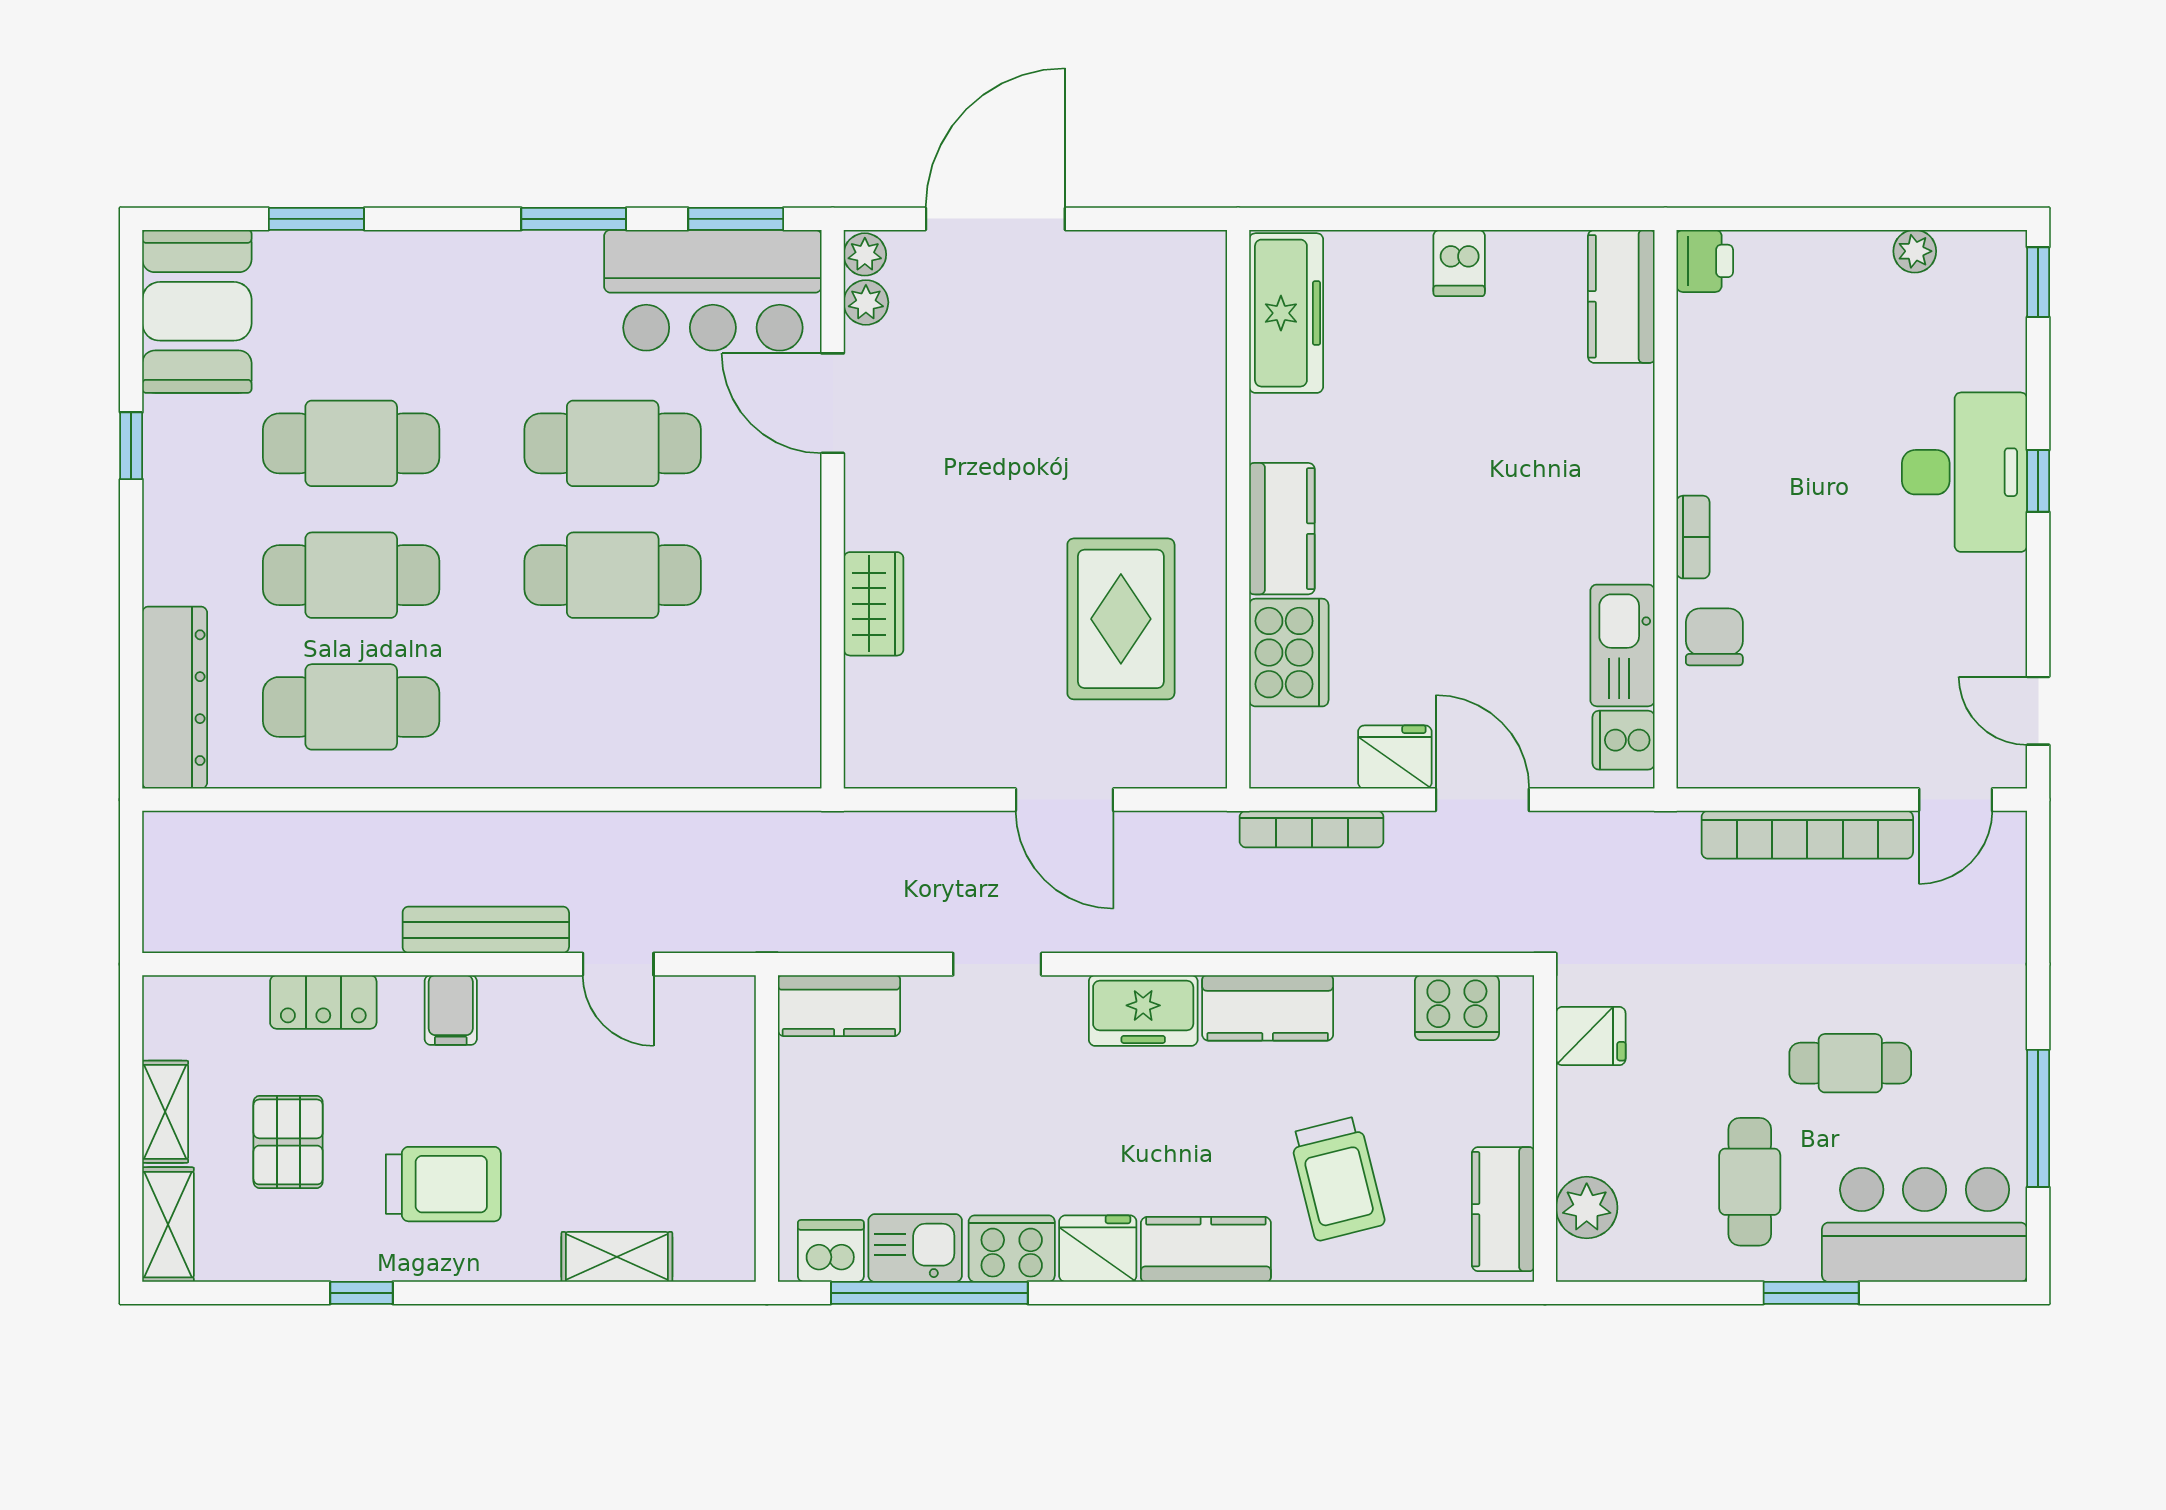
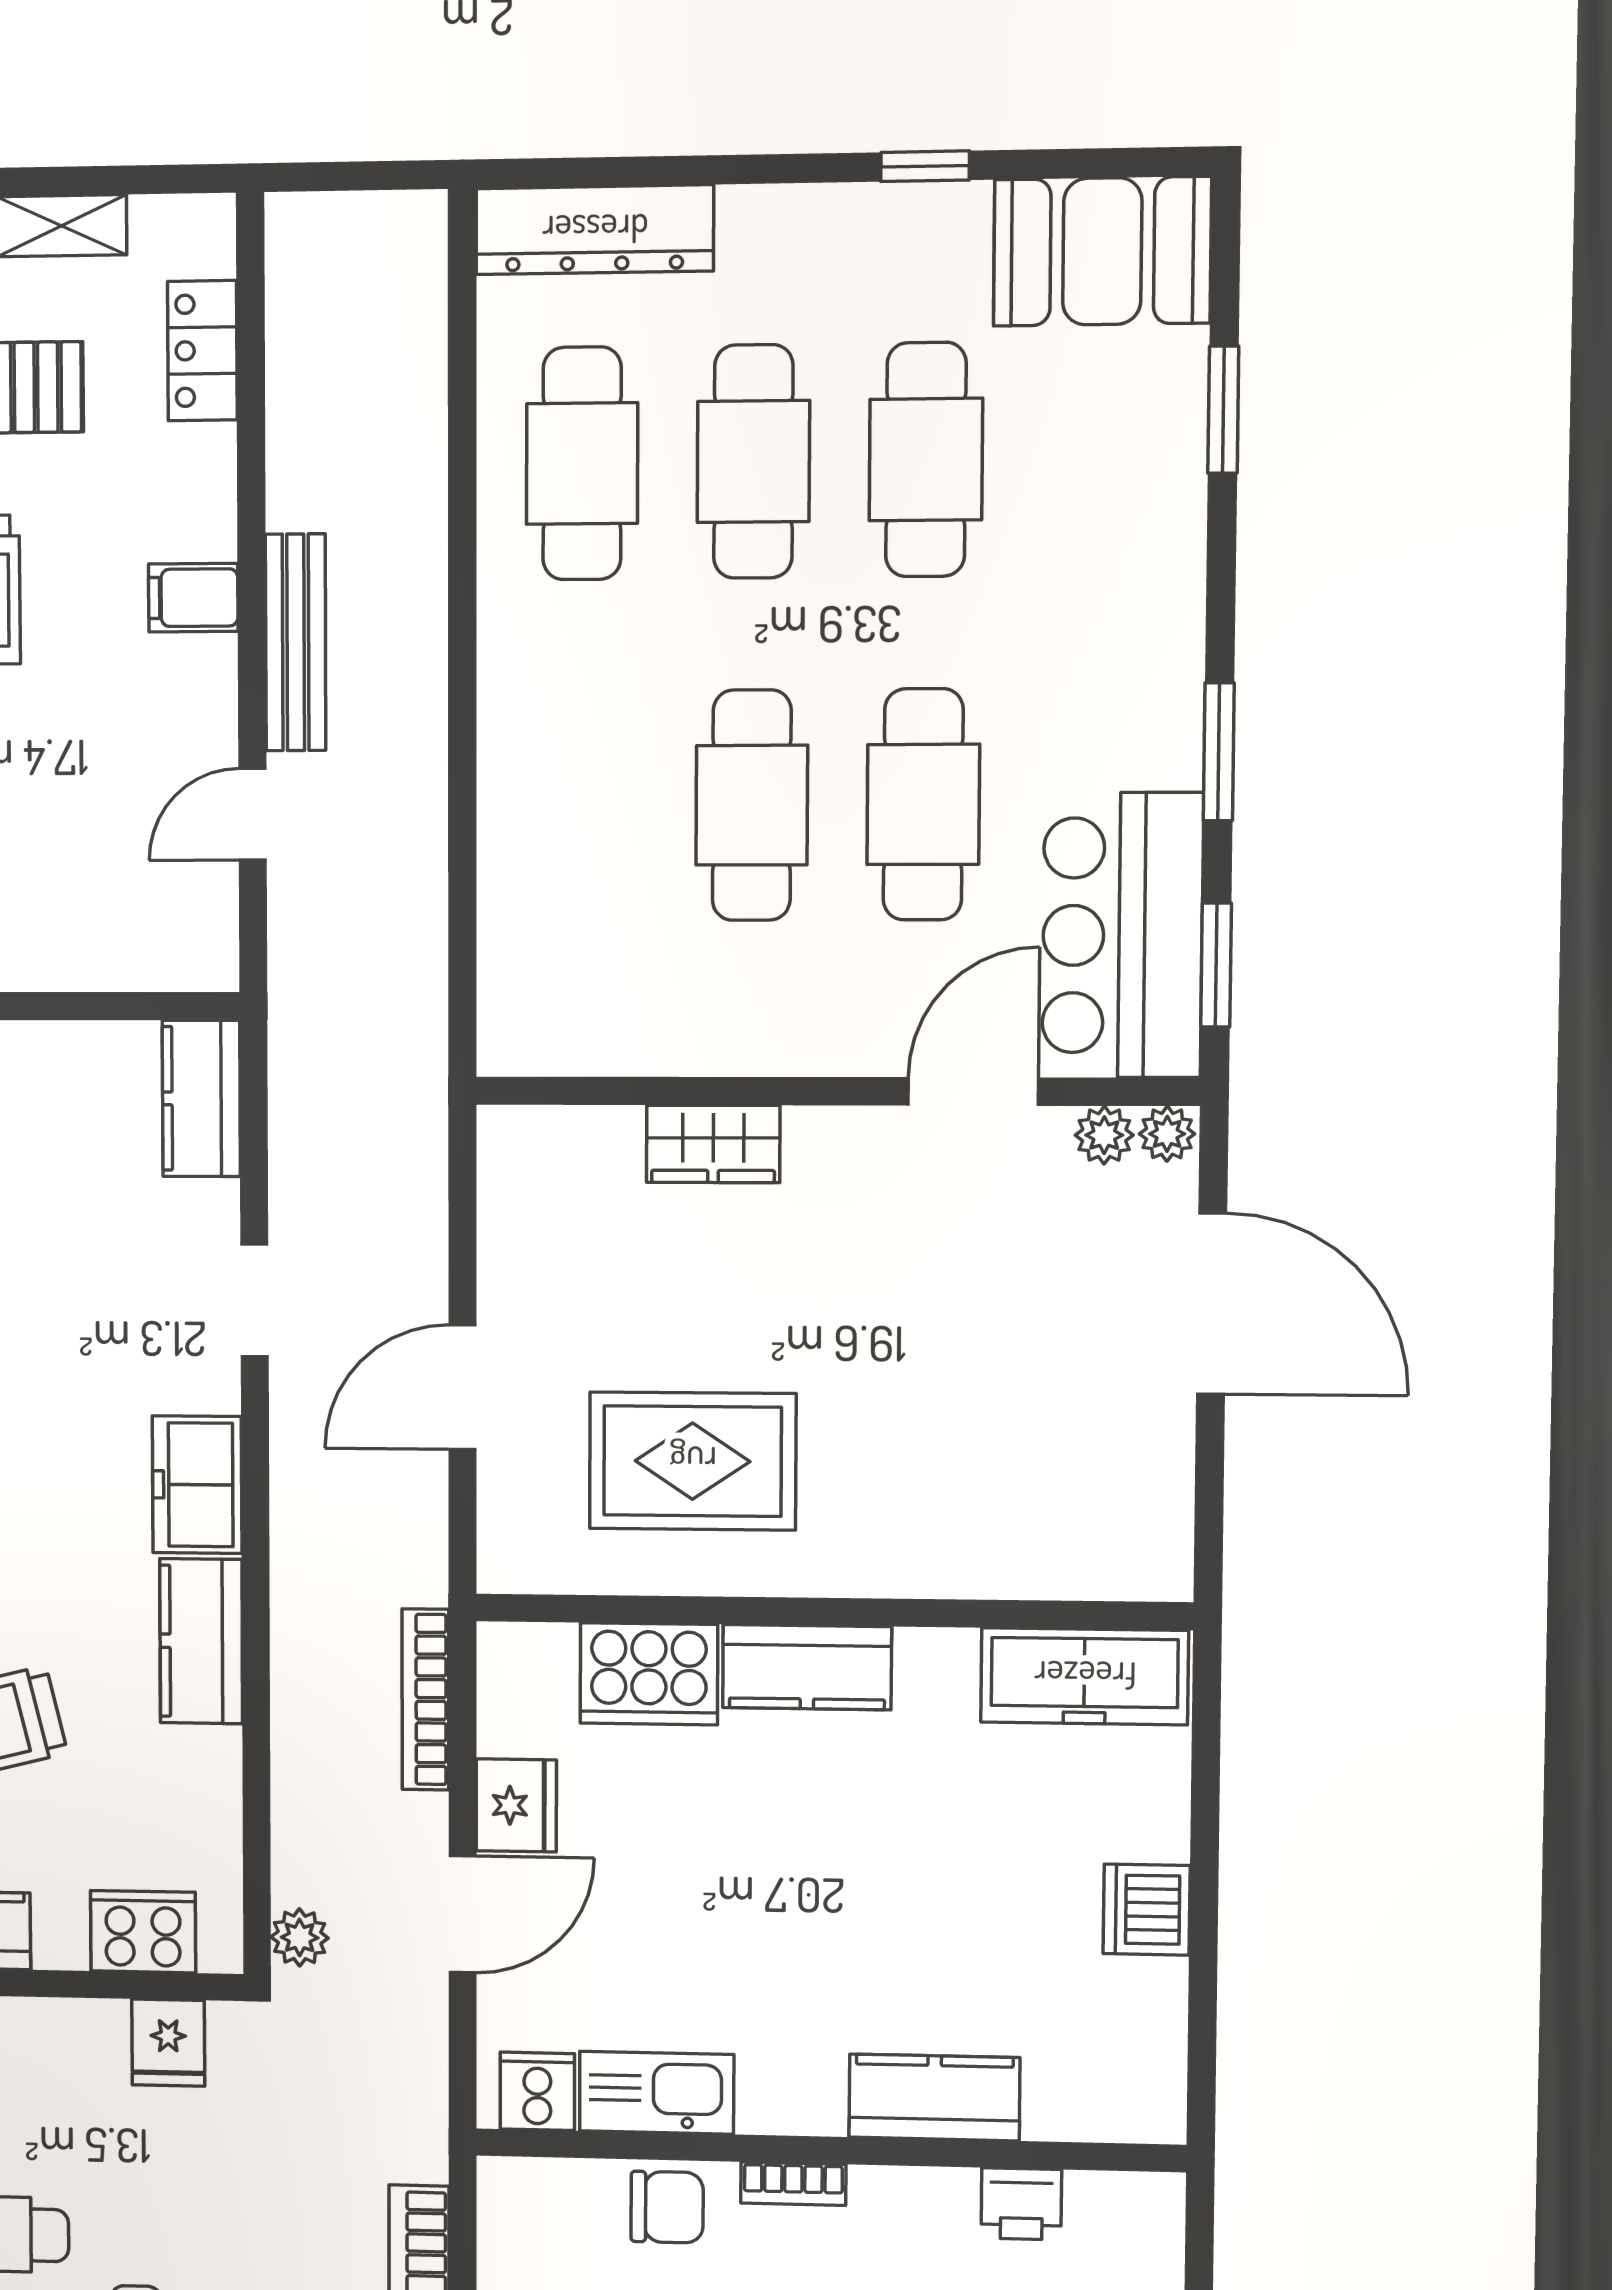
printer: (1705, 261) -> (1021, 2204), moved
dishwasher: (1459, 263) -> (1147, 1910), width x1.38
kitchen counter: (1621, 296) -> (934, 2097), moved
plant: (1504, 930) -> (300, 1937), added
locker: (323, 1002) -> (202, 351), moved
cooker: (1457, 1008) -> (143, 1932), moved, turned 90

